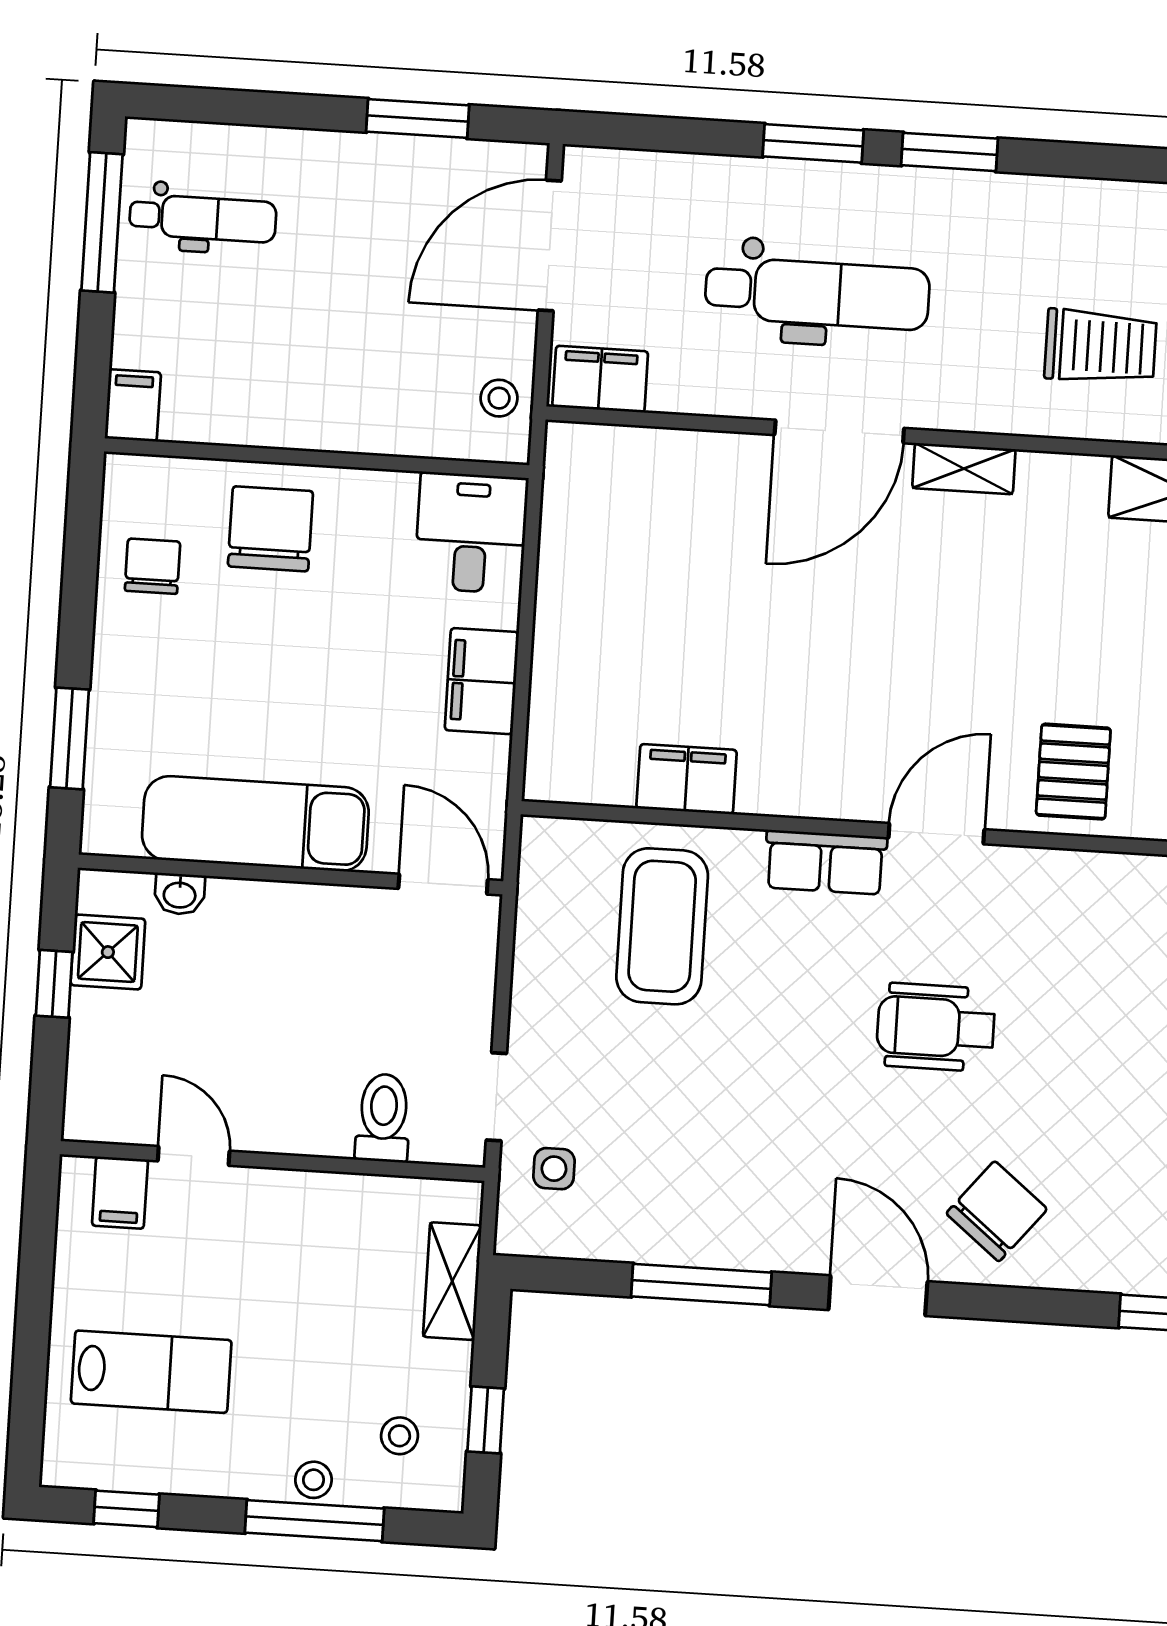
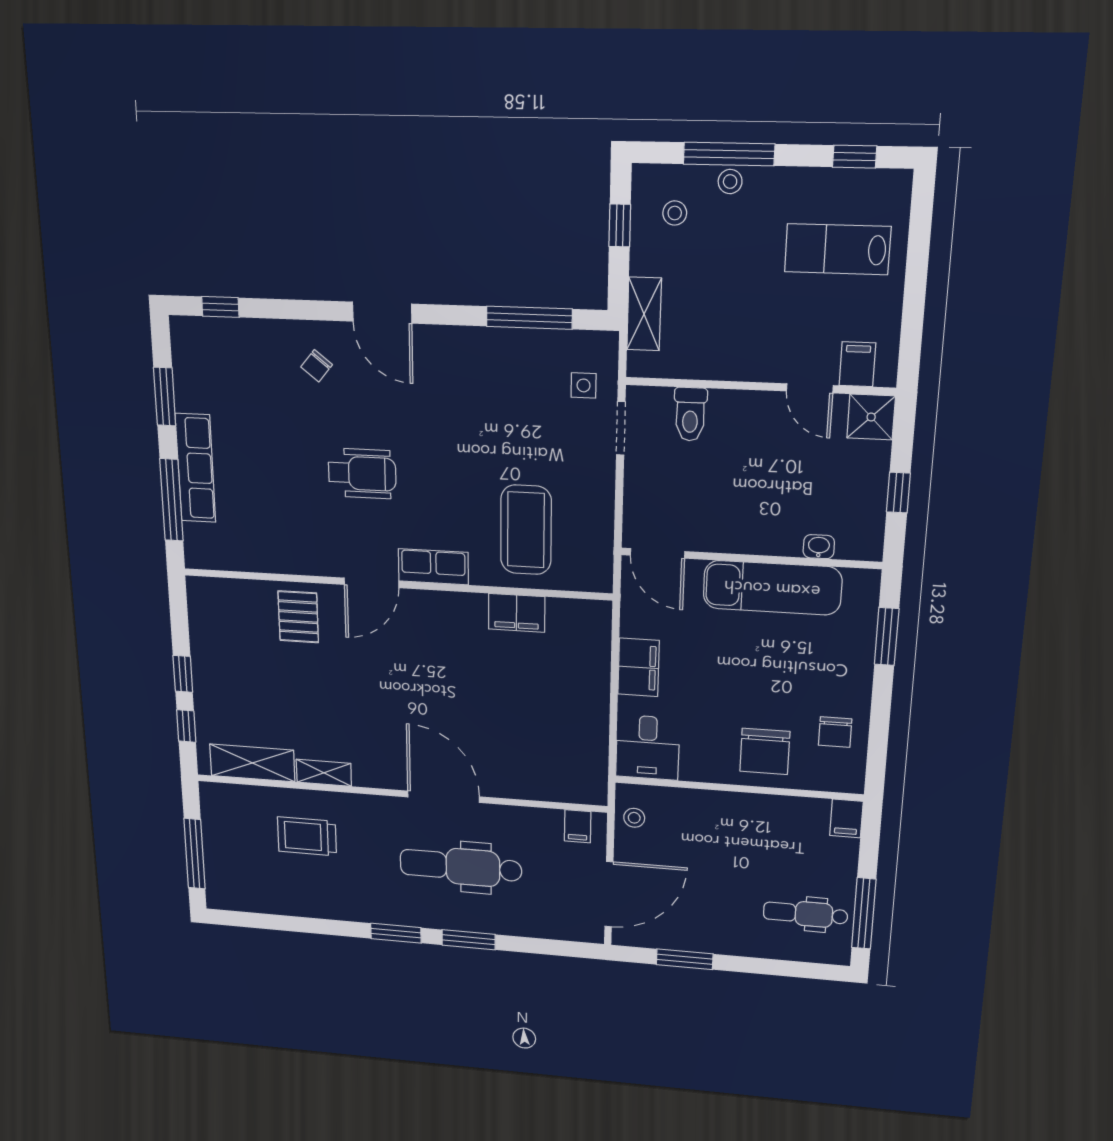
filing cabinet: (600, 379) -> (578, 826), width x0.50
door: (839, 432) -> (443, 797), hinge flipped
shelving: (964, 469) -> (324, 773), moved
shower: (108, 952) -> (871, 417), moved
chair: (997, 1211) -> (317, 366), width x0.54, depth x0.54
window: (701, 1285) -> (529, 318), moved

